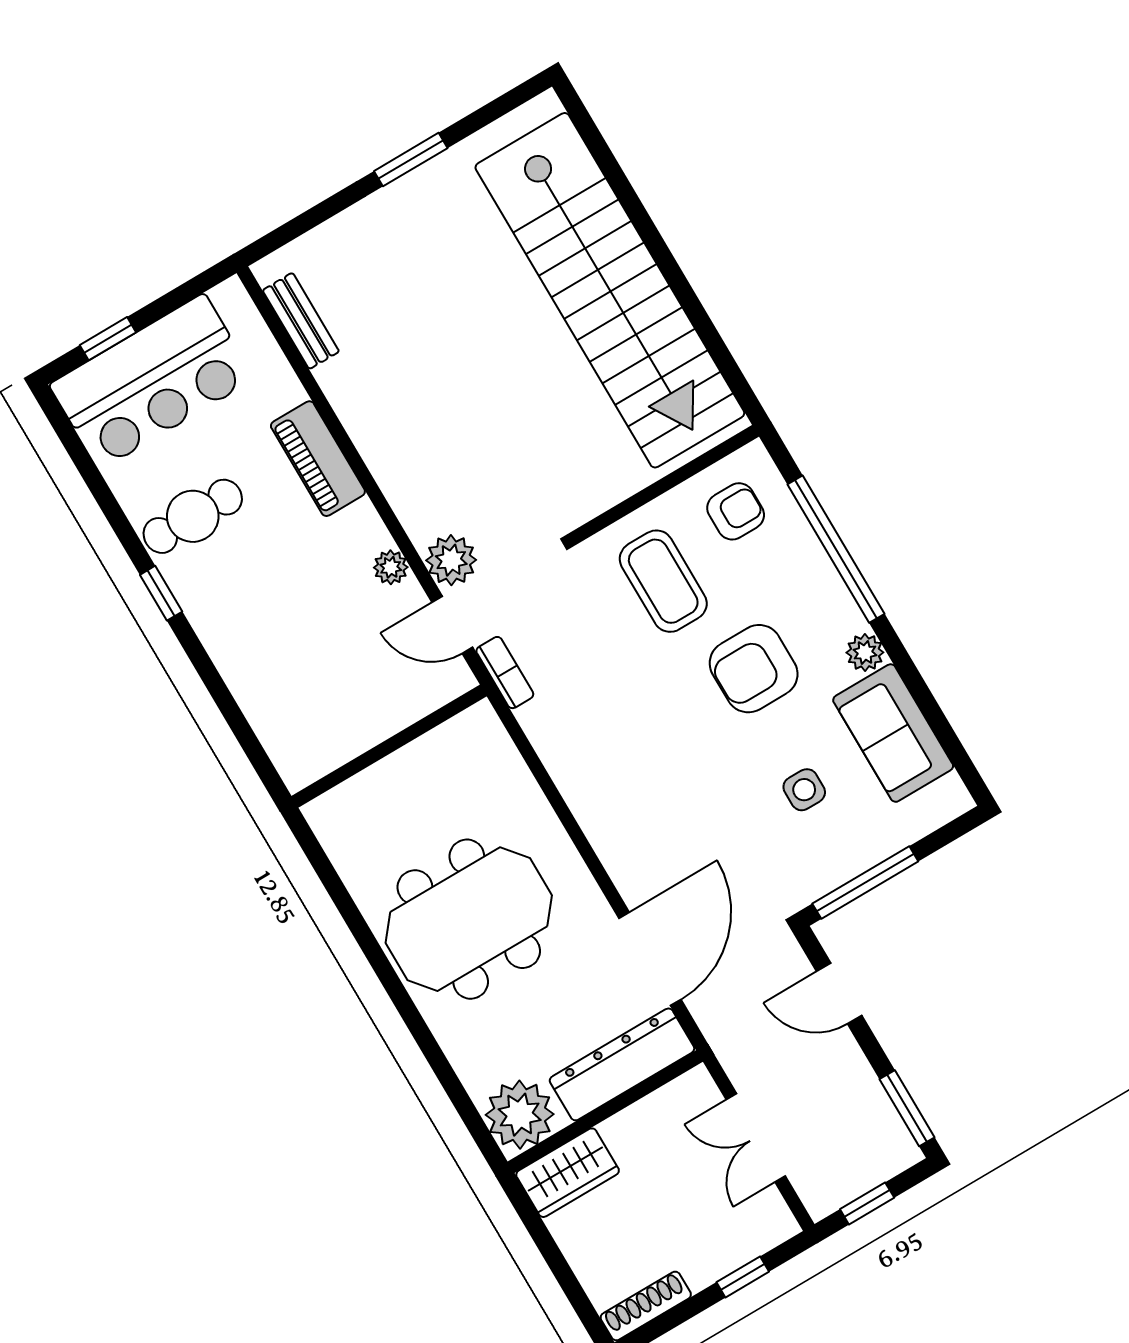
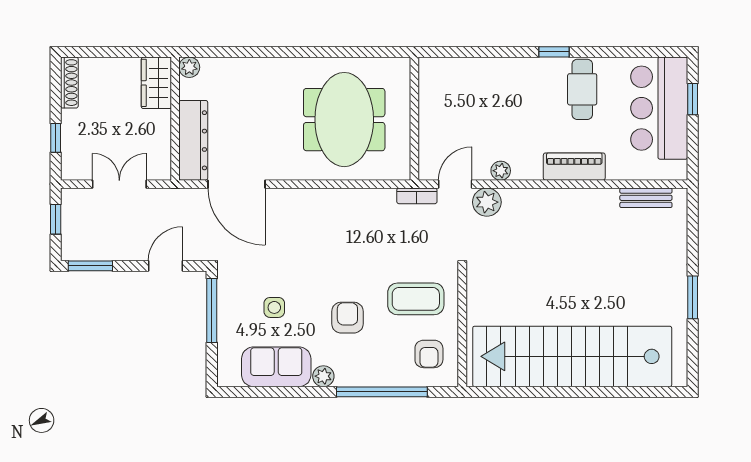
armchair: (754, 669) -> (347, 318), width x0.72, depth x0.72
meeting table: (469, 919) -> (344, 120), moved
plant: (520, 1115) -> (189, 67), width x0.53, depth x0.53

